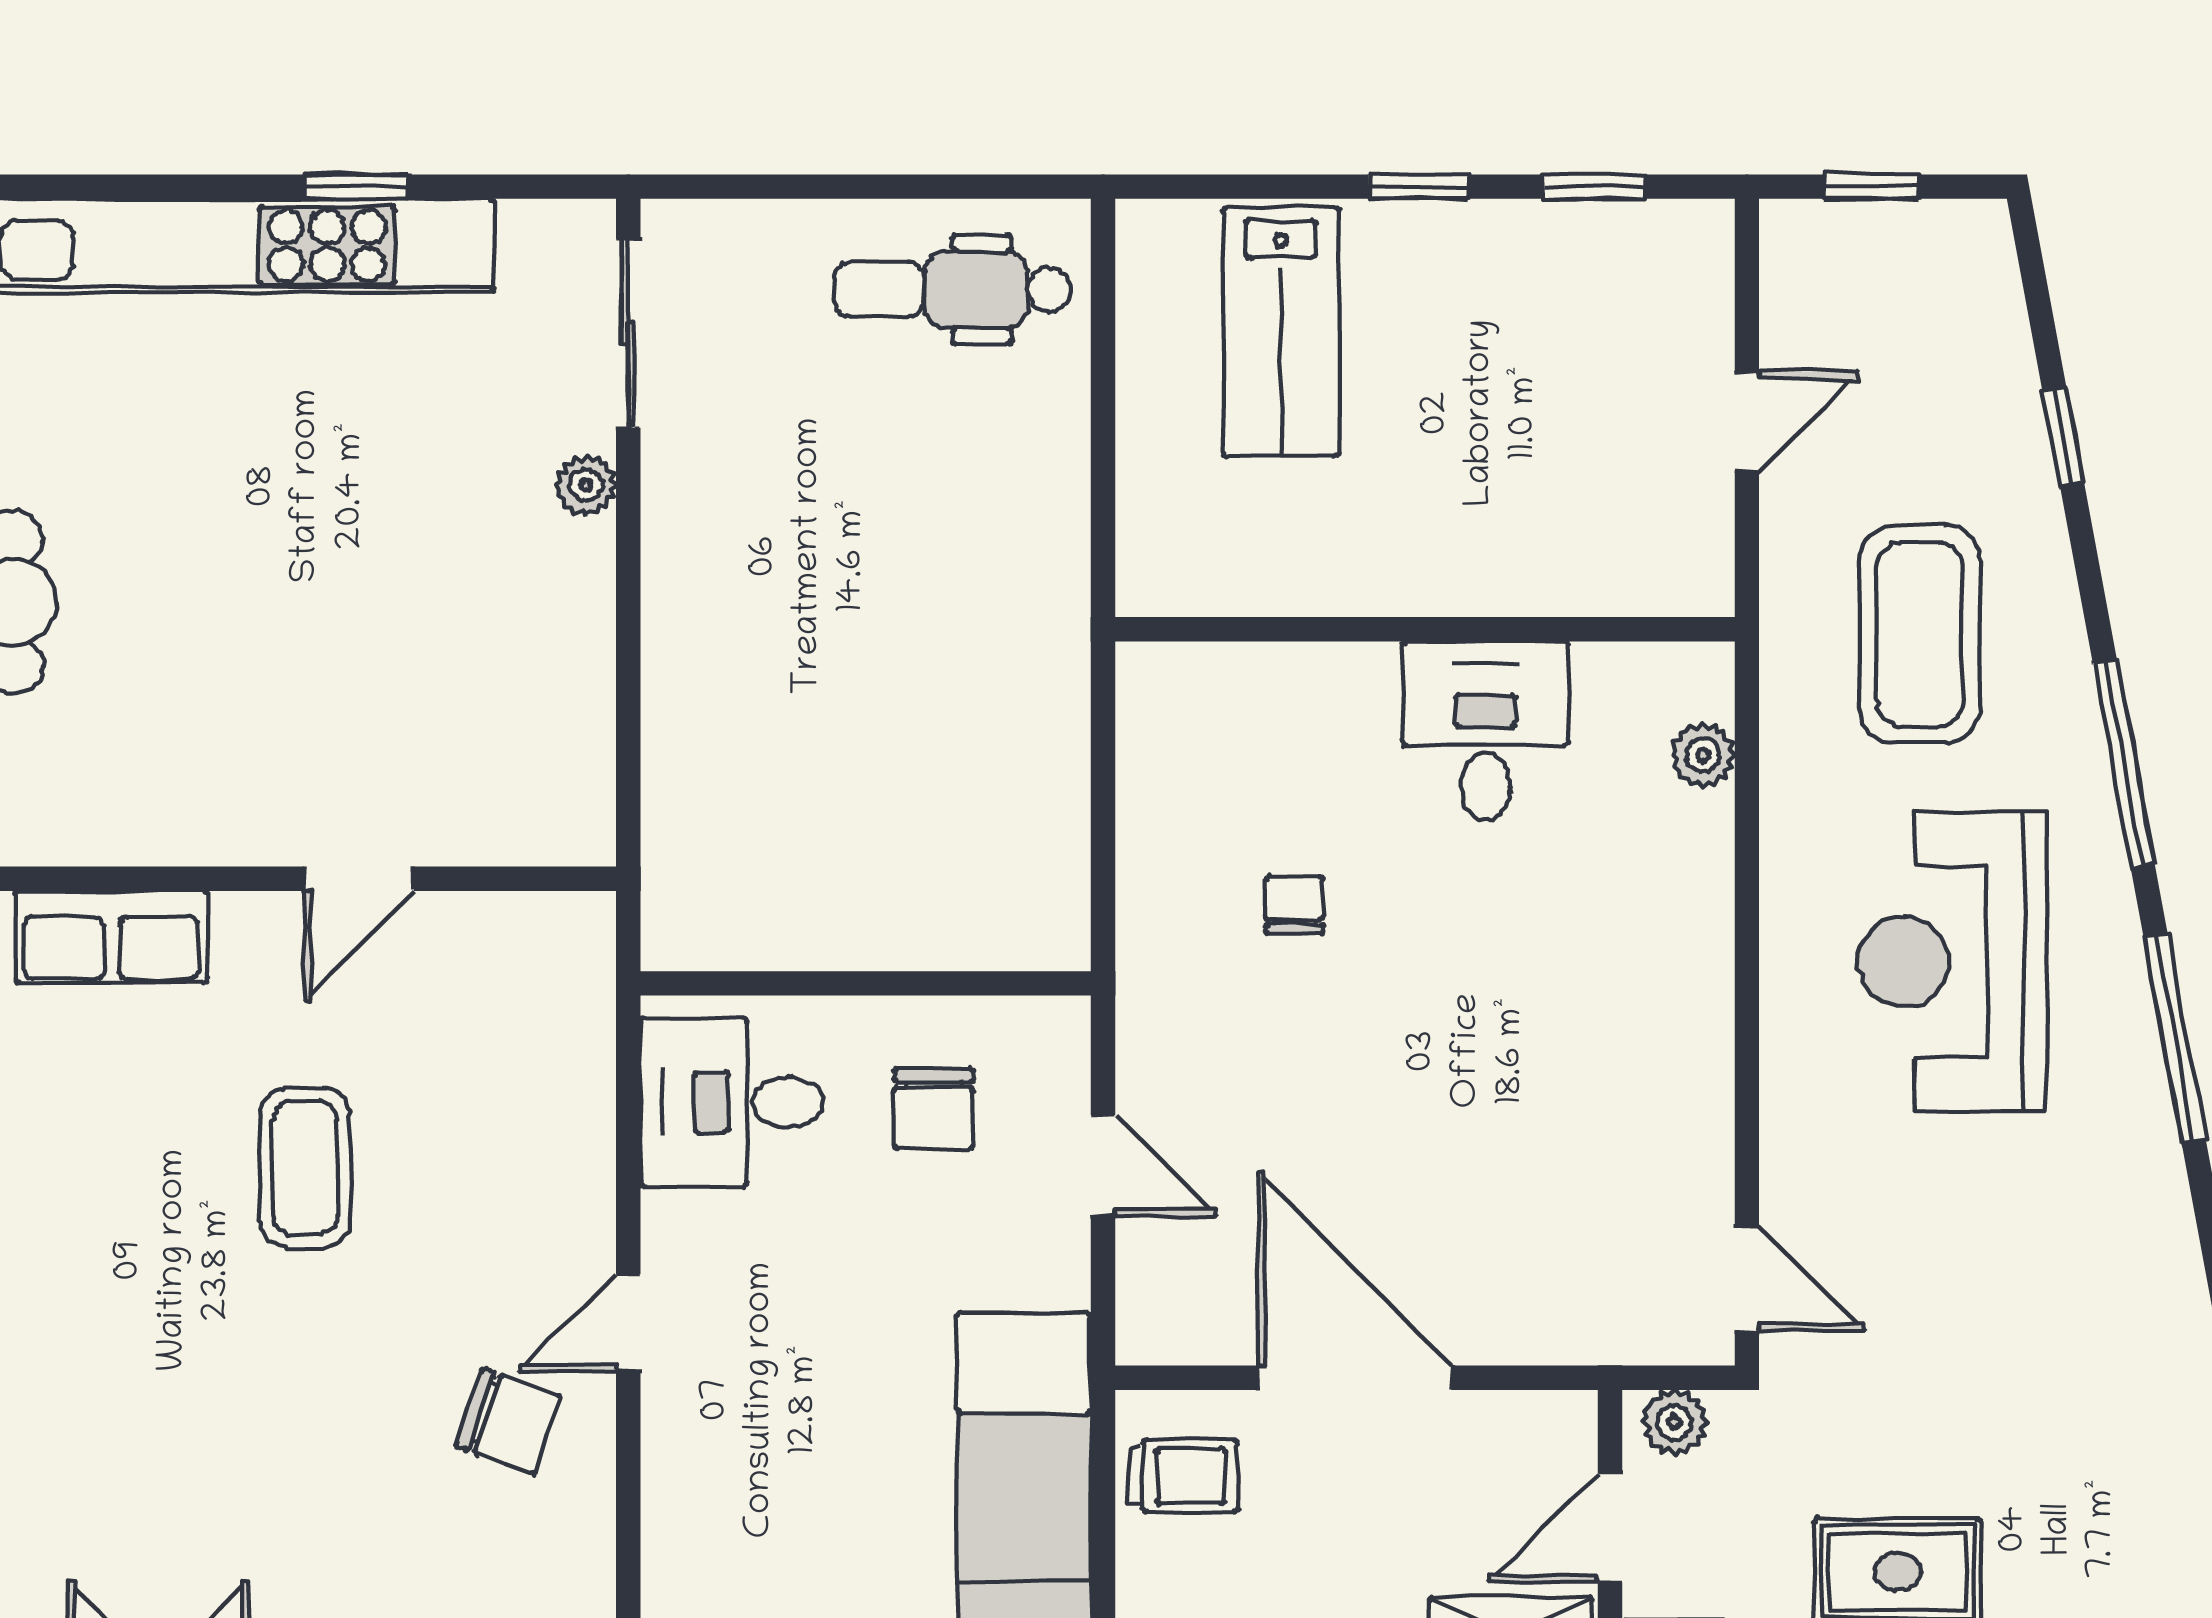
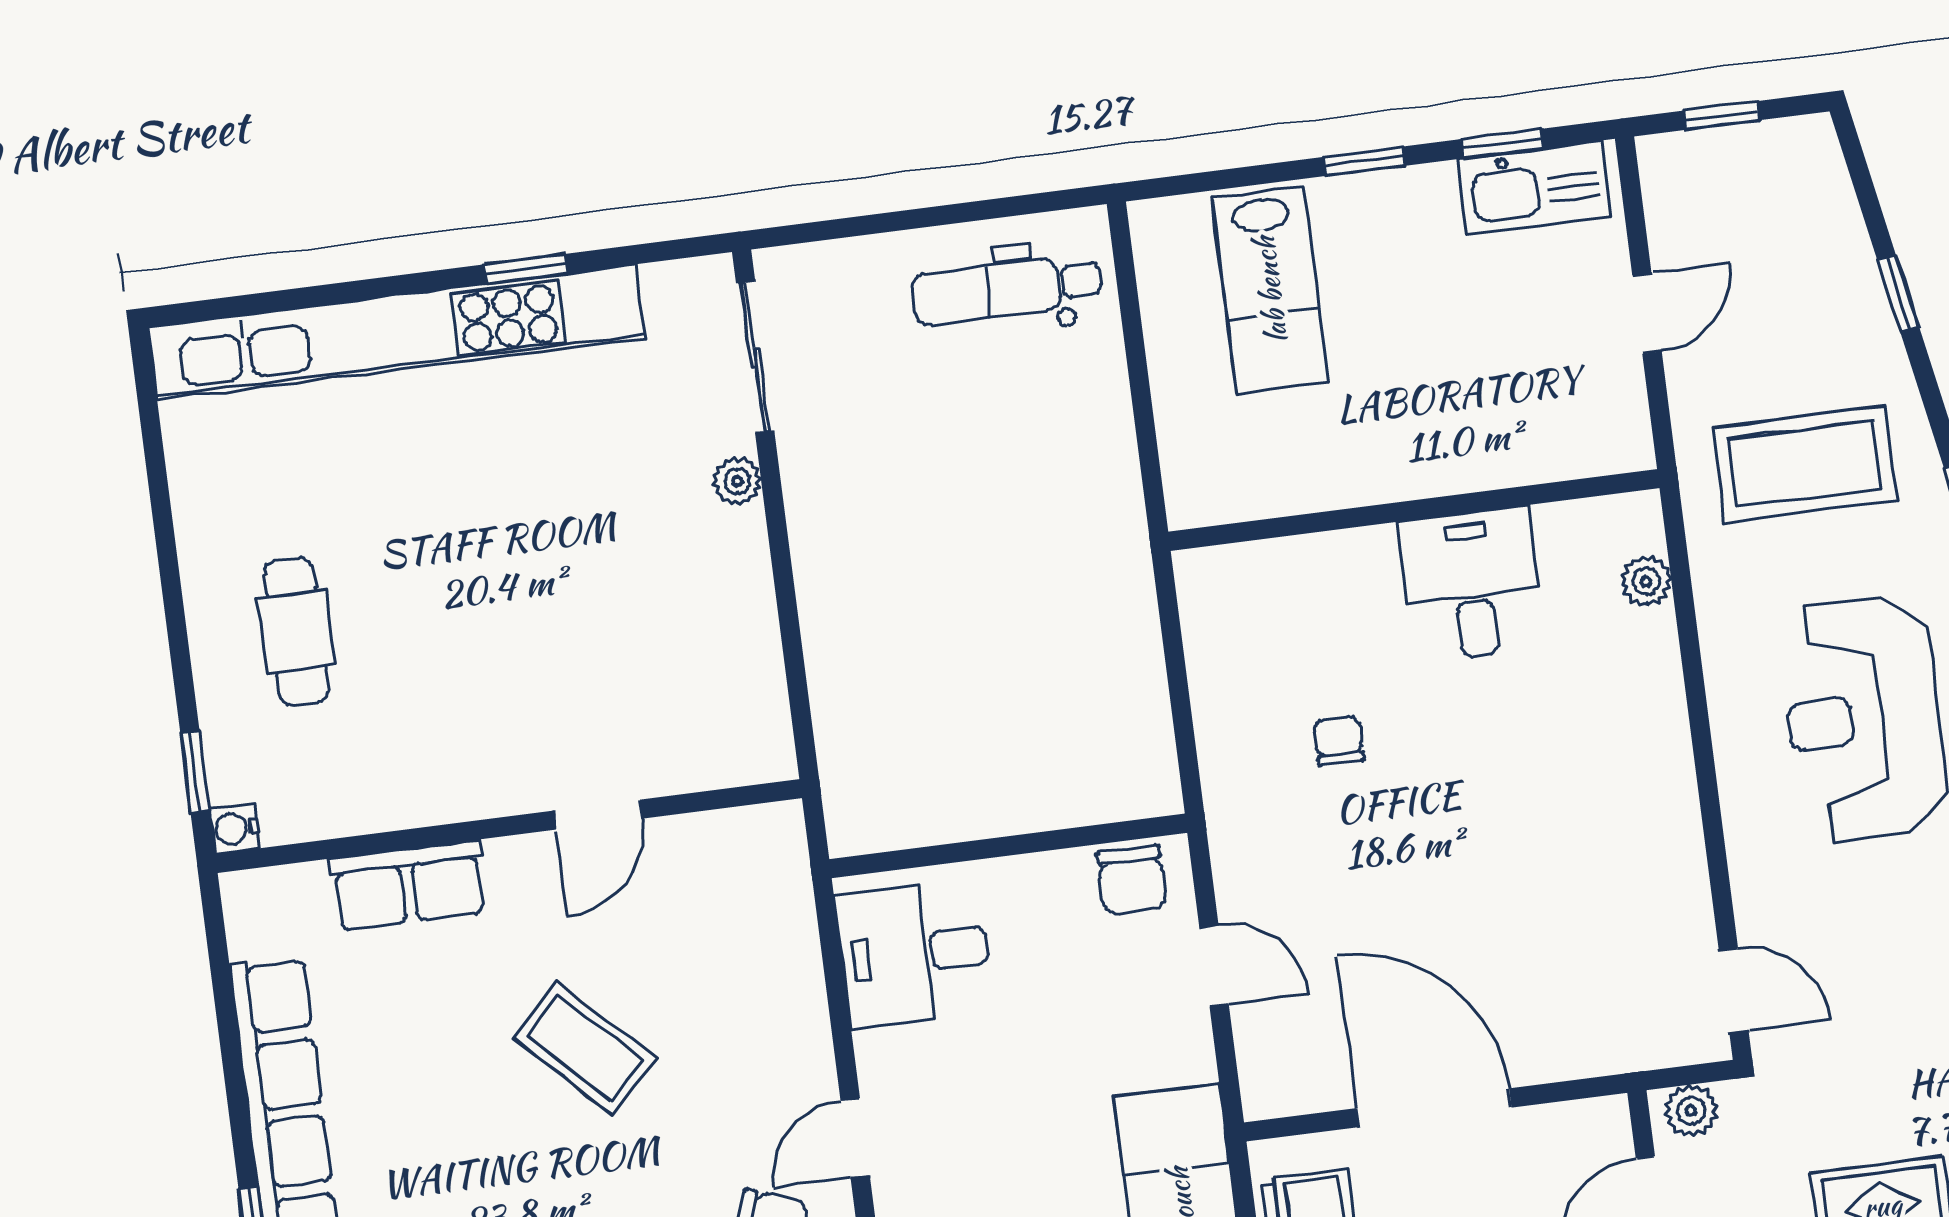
kitchen sink: (1626, 247) -> (1534, 188), added
coffee table: (1920, 634) -> (1805, 464), turned 90
chair: (934, 1109) -> (1132, 880), moved
coffee table: (305, 1168) -> (585, 1048), turned -45

